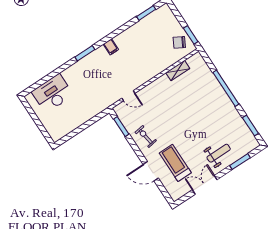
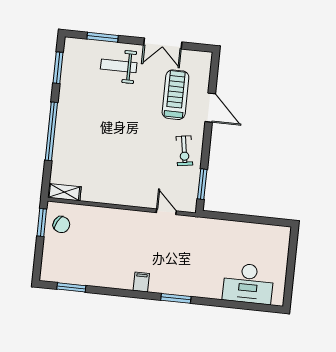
shelving: (178, 71) -> (64, 192), moved
treadmill: (175, 163) -> (175, 95), turned 180

